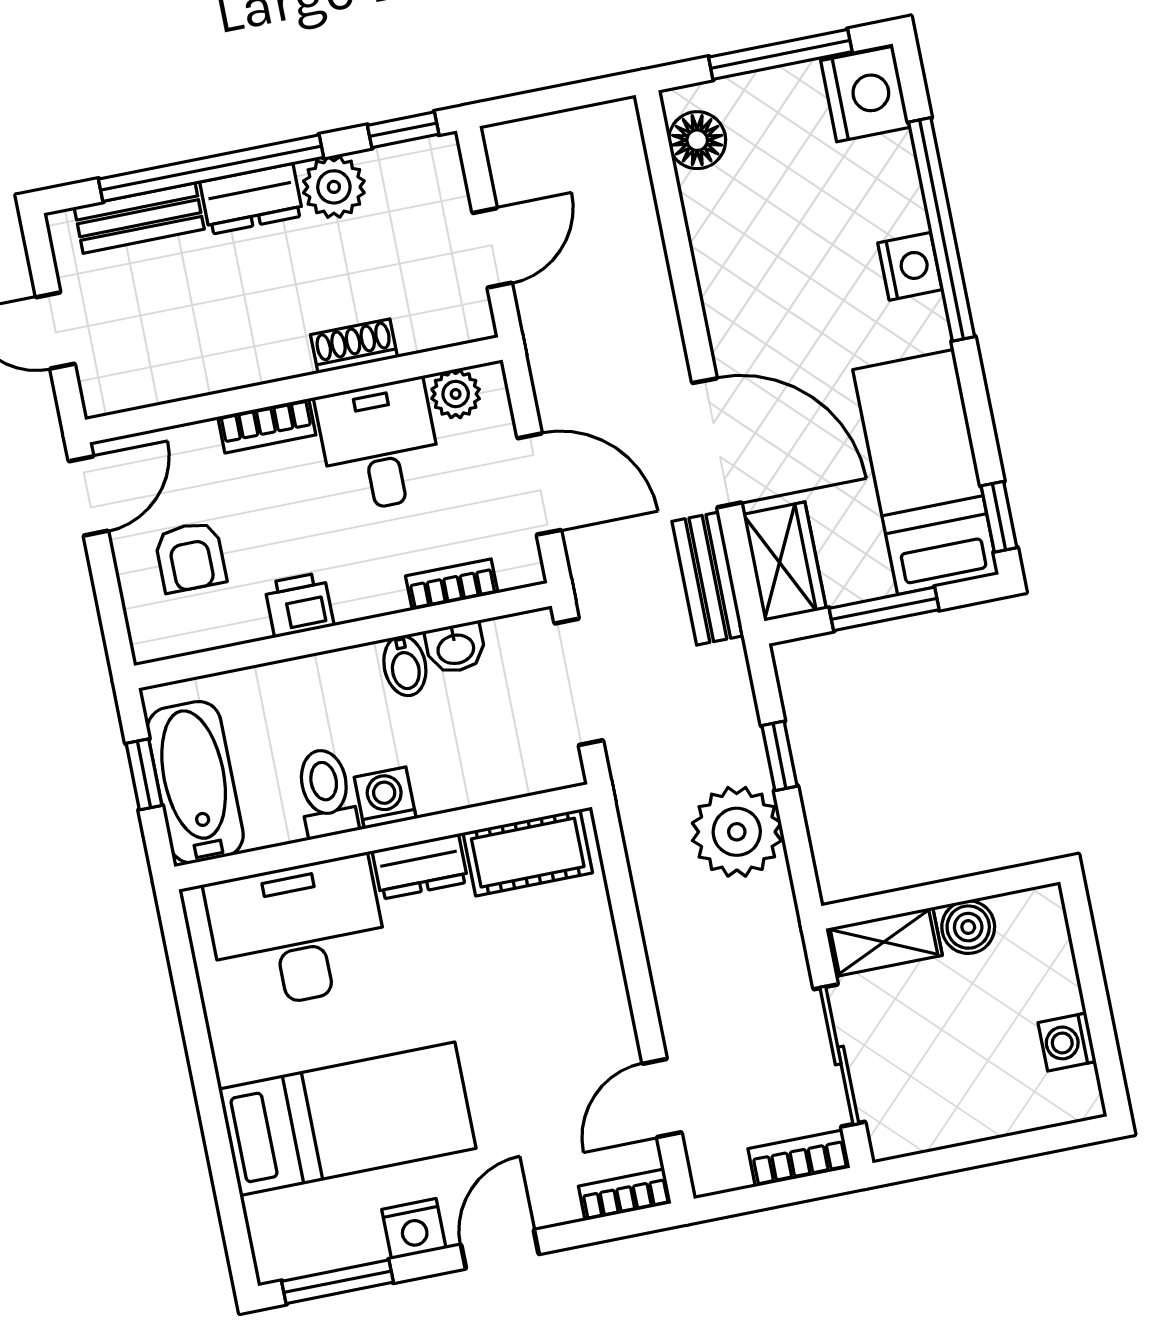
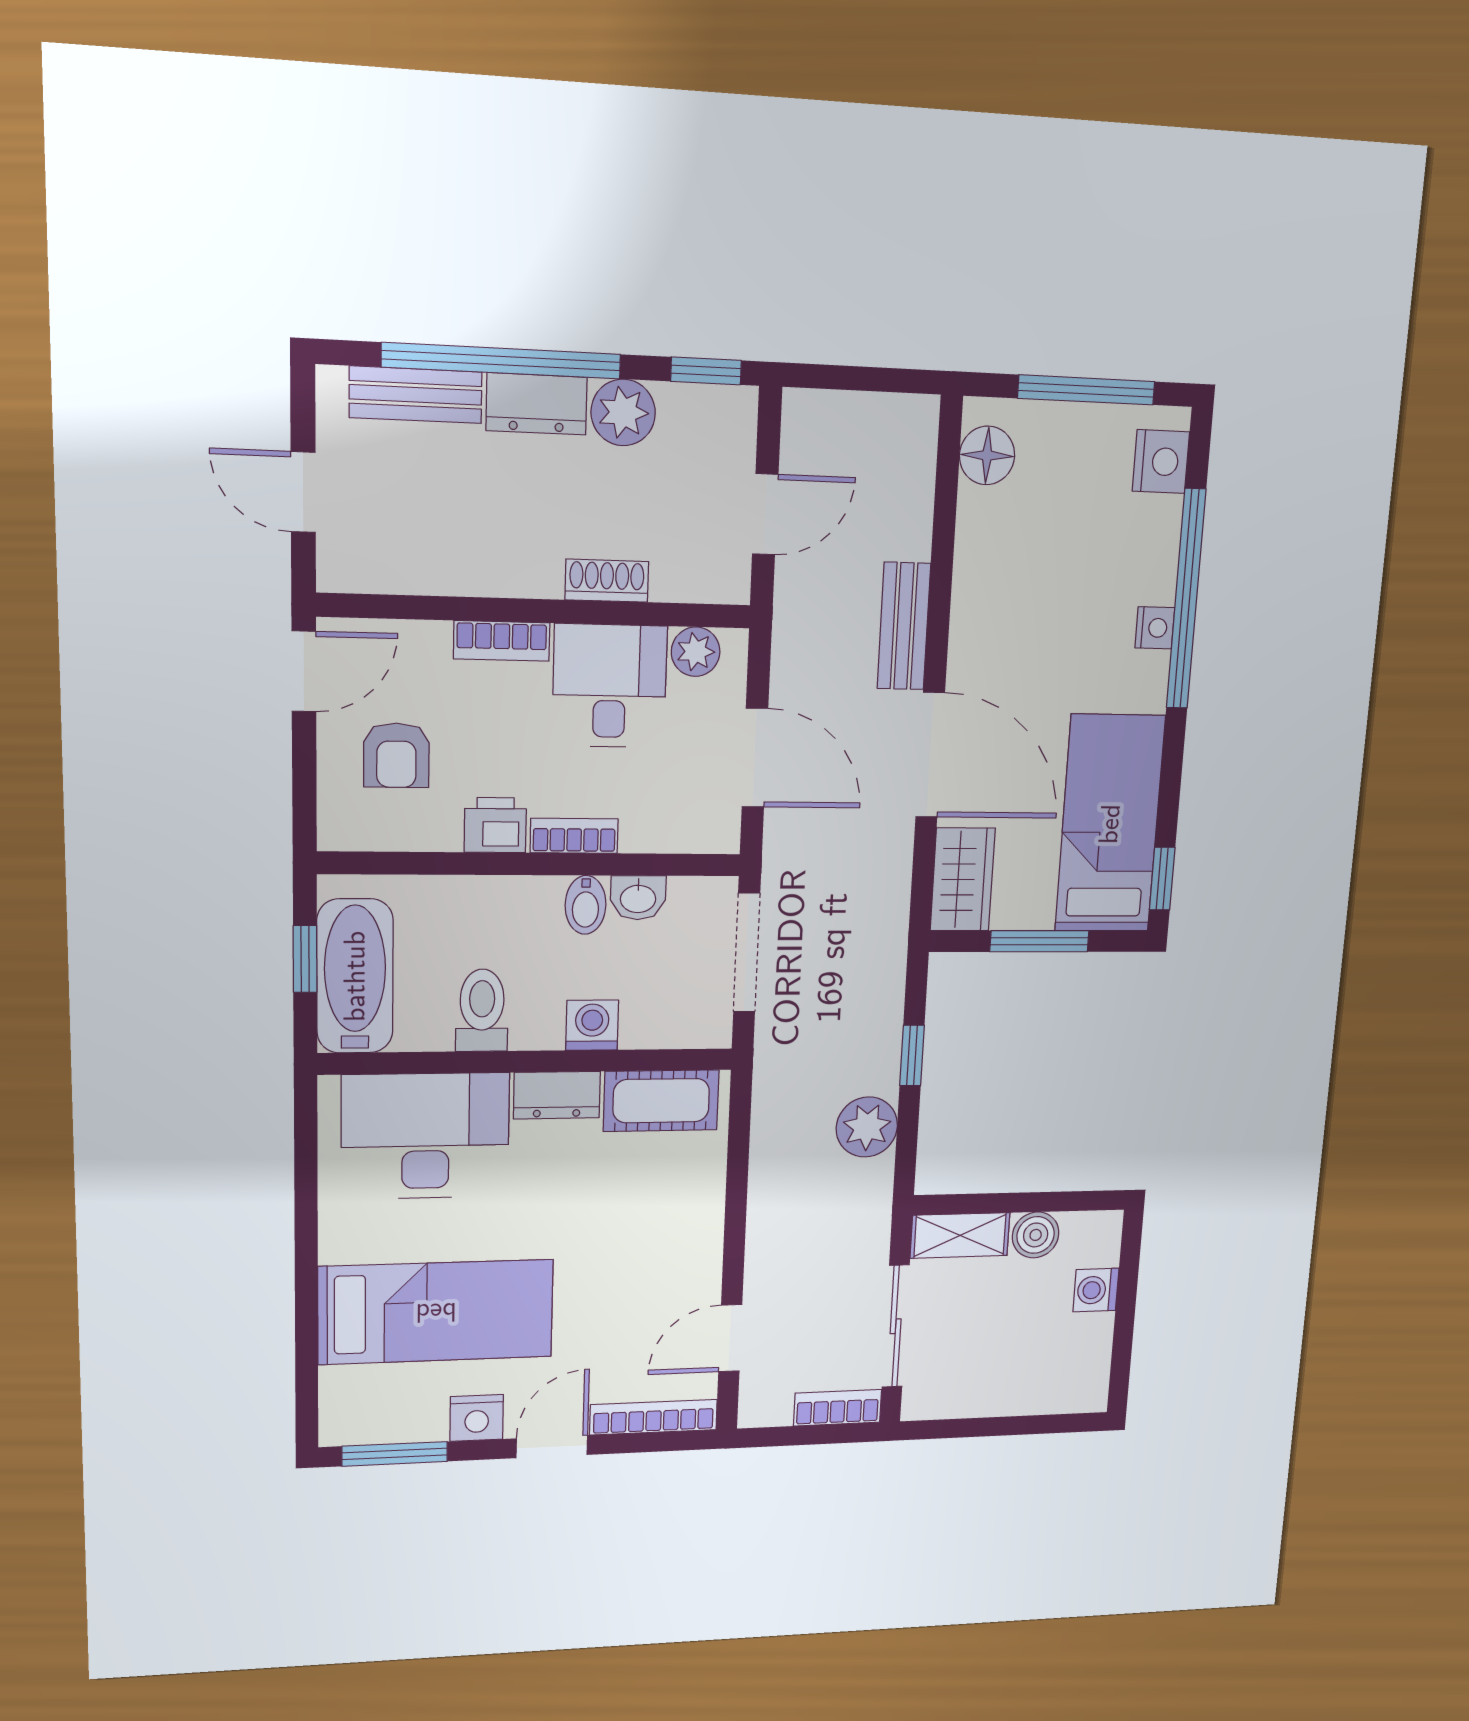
nightstand: (865, 94) -> (1161, 462), width x0.74, depth x0.75
nightstand: (910, 266) -> (1155, 628), width x0.72, depth x0.74
bench: (708, 579) -> (904, 626), moved
bookcase: (452, 584) -> (574, 836), moved
washing machine: (385, 798) -> (592, 1025), moved
plant: (737, 832) -> (867, 1127), width x0.73, depth x0.73
washing machine: (1067, 1042) -> (1096, 1290), moved
bookcase: (625, 1195) -> (654, 1417), width x1.56

